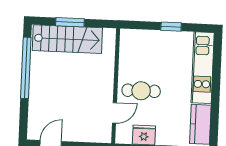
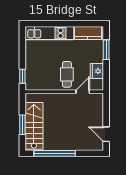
window: (171, 27) -> (22, 76), moved
door: (114, 113) -> (83, 92), hinge flipped

